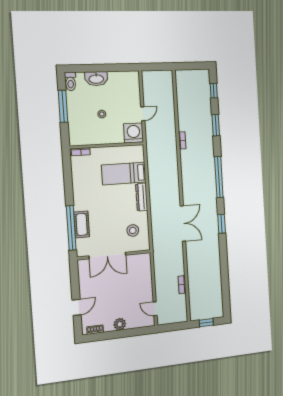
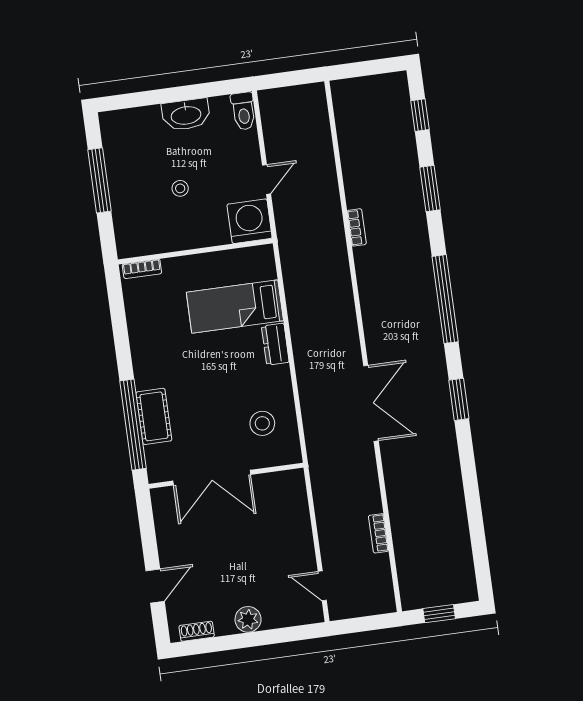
washbasin: (96, 79) -> (186, 115), moved
toilet: (70, 82) -> (243, 111), moved
dresser: (142, 197) -> (275, 344), width x0.70

